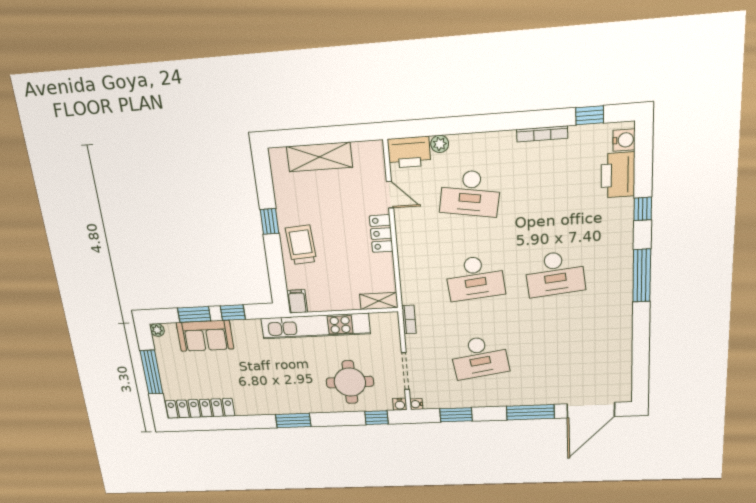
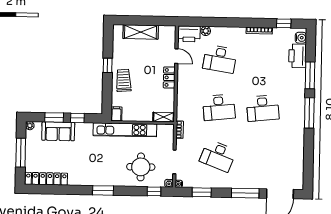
window: (643, 209) -> (310, 75), width x2.17
desk: (479, 357) -> (218, 156), turned 30

